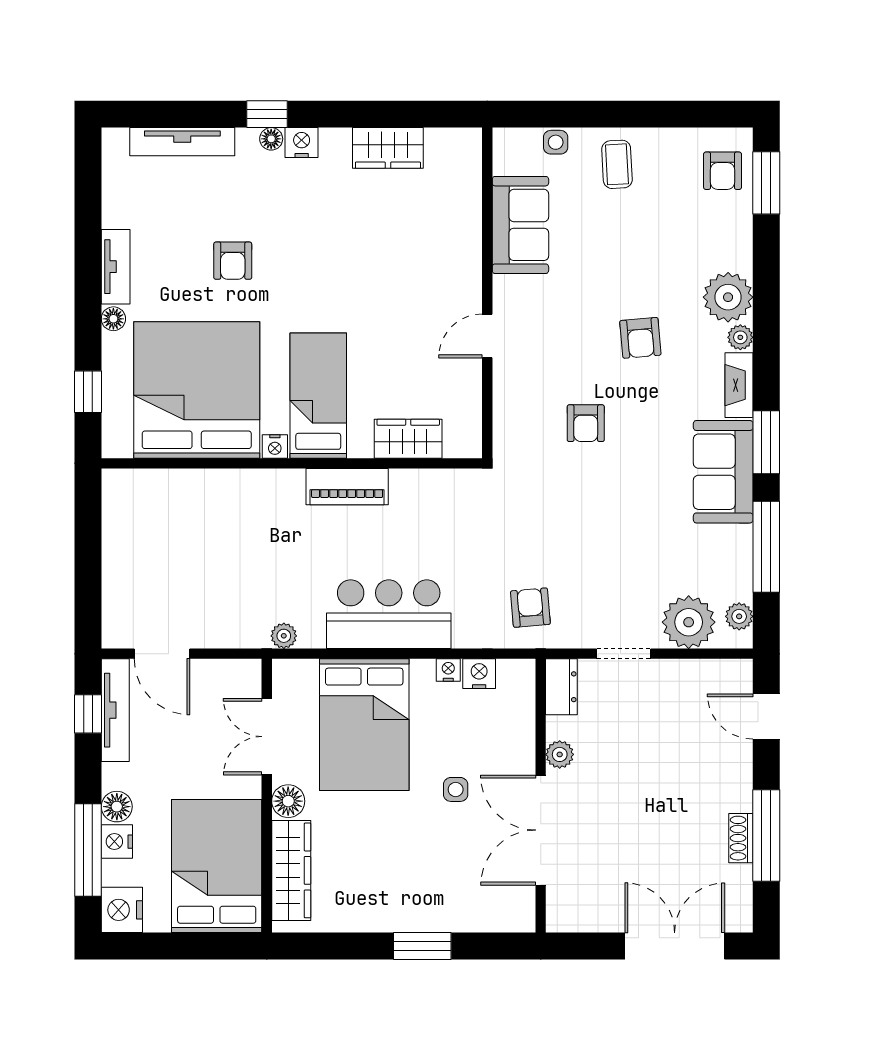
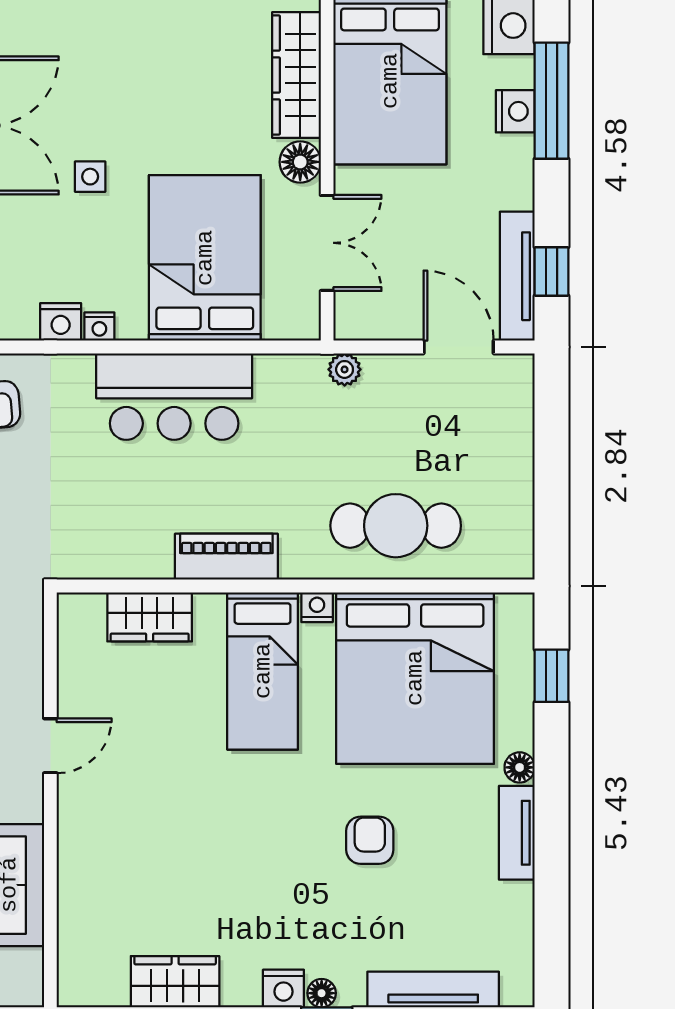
cafe table: (212, 511) -> (396, 526), added
plant: (284, 636) -> (345, 369), moved
floor lamp: (117, 807) -> (515, 155), removed

